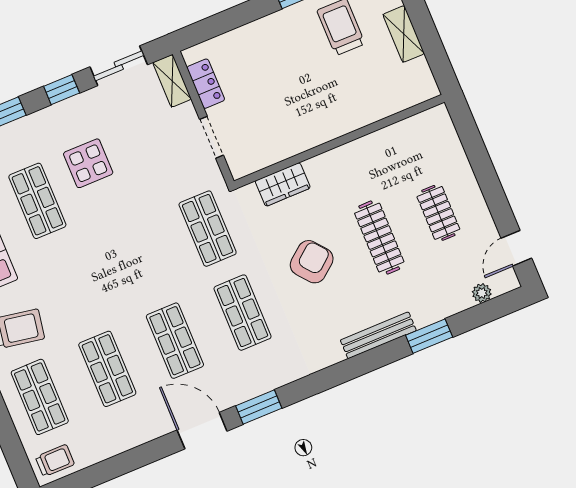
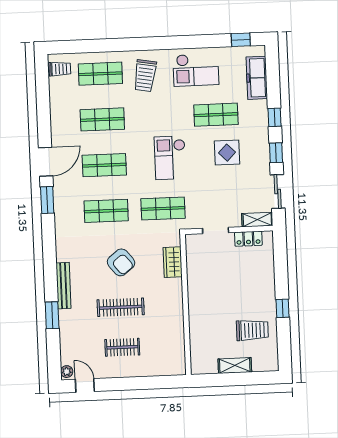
checkout: (127, 246) -> (170, 158), added
plant: (482, 293) -> (67, 372), moved
trolley: (55, 461) -> (60, 69), turned -90

